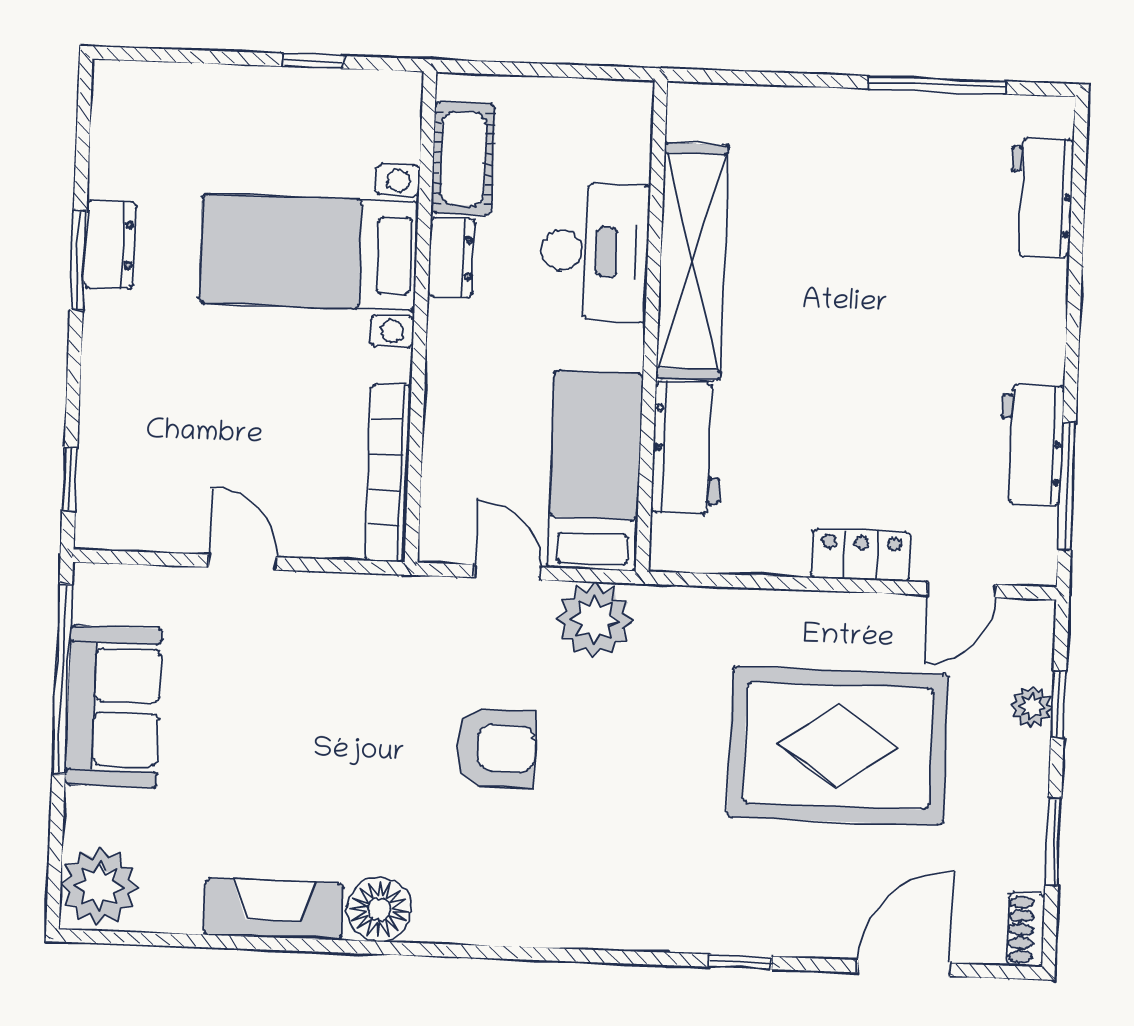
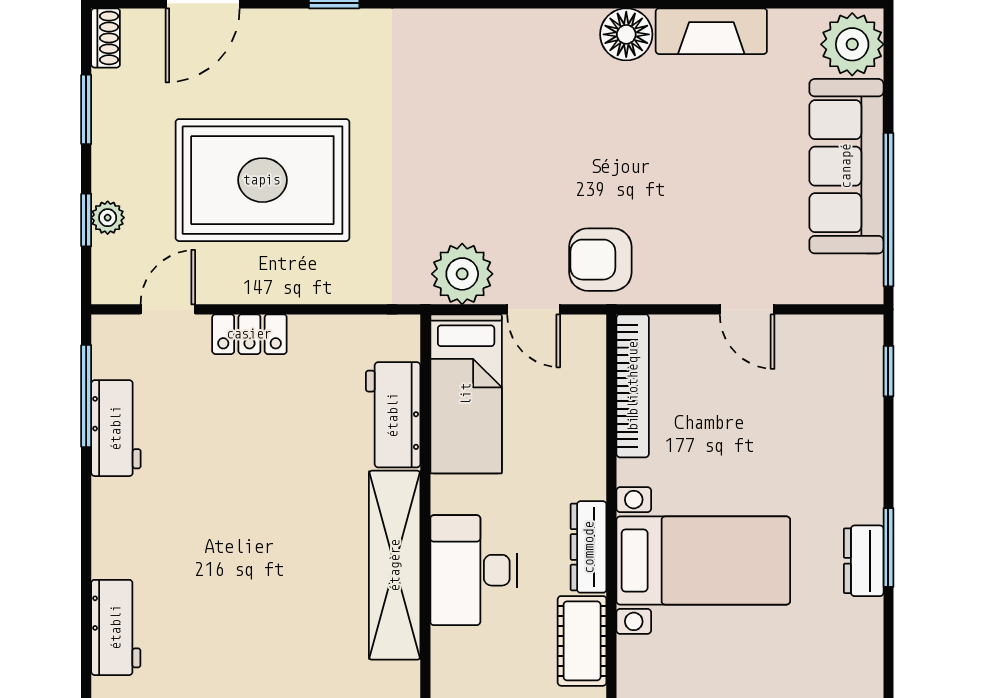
dresser: (451, 257) -> (589, 547), width x1.44
sofa: (113, 706) -> (846, 166), width x1.36
armchair: (495, 748) -> (600, 260), moved

